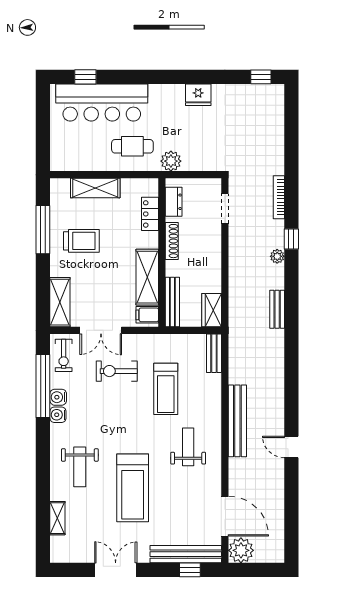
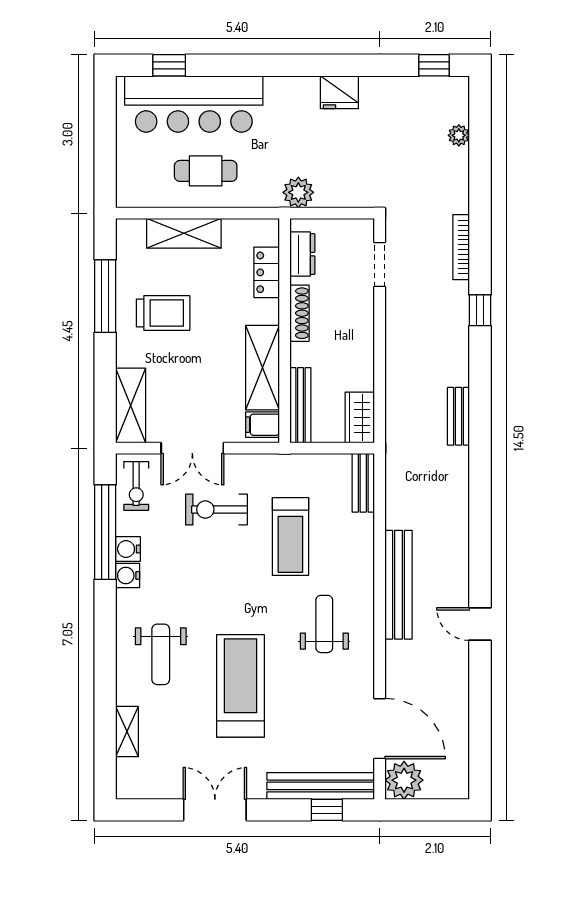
cafe table: (132, 146) -> (206, 171), moved
plant: (277, 256) -> (459, 135), moved
treadmill: (133, 488) -> (240, 686), turned 180

